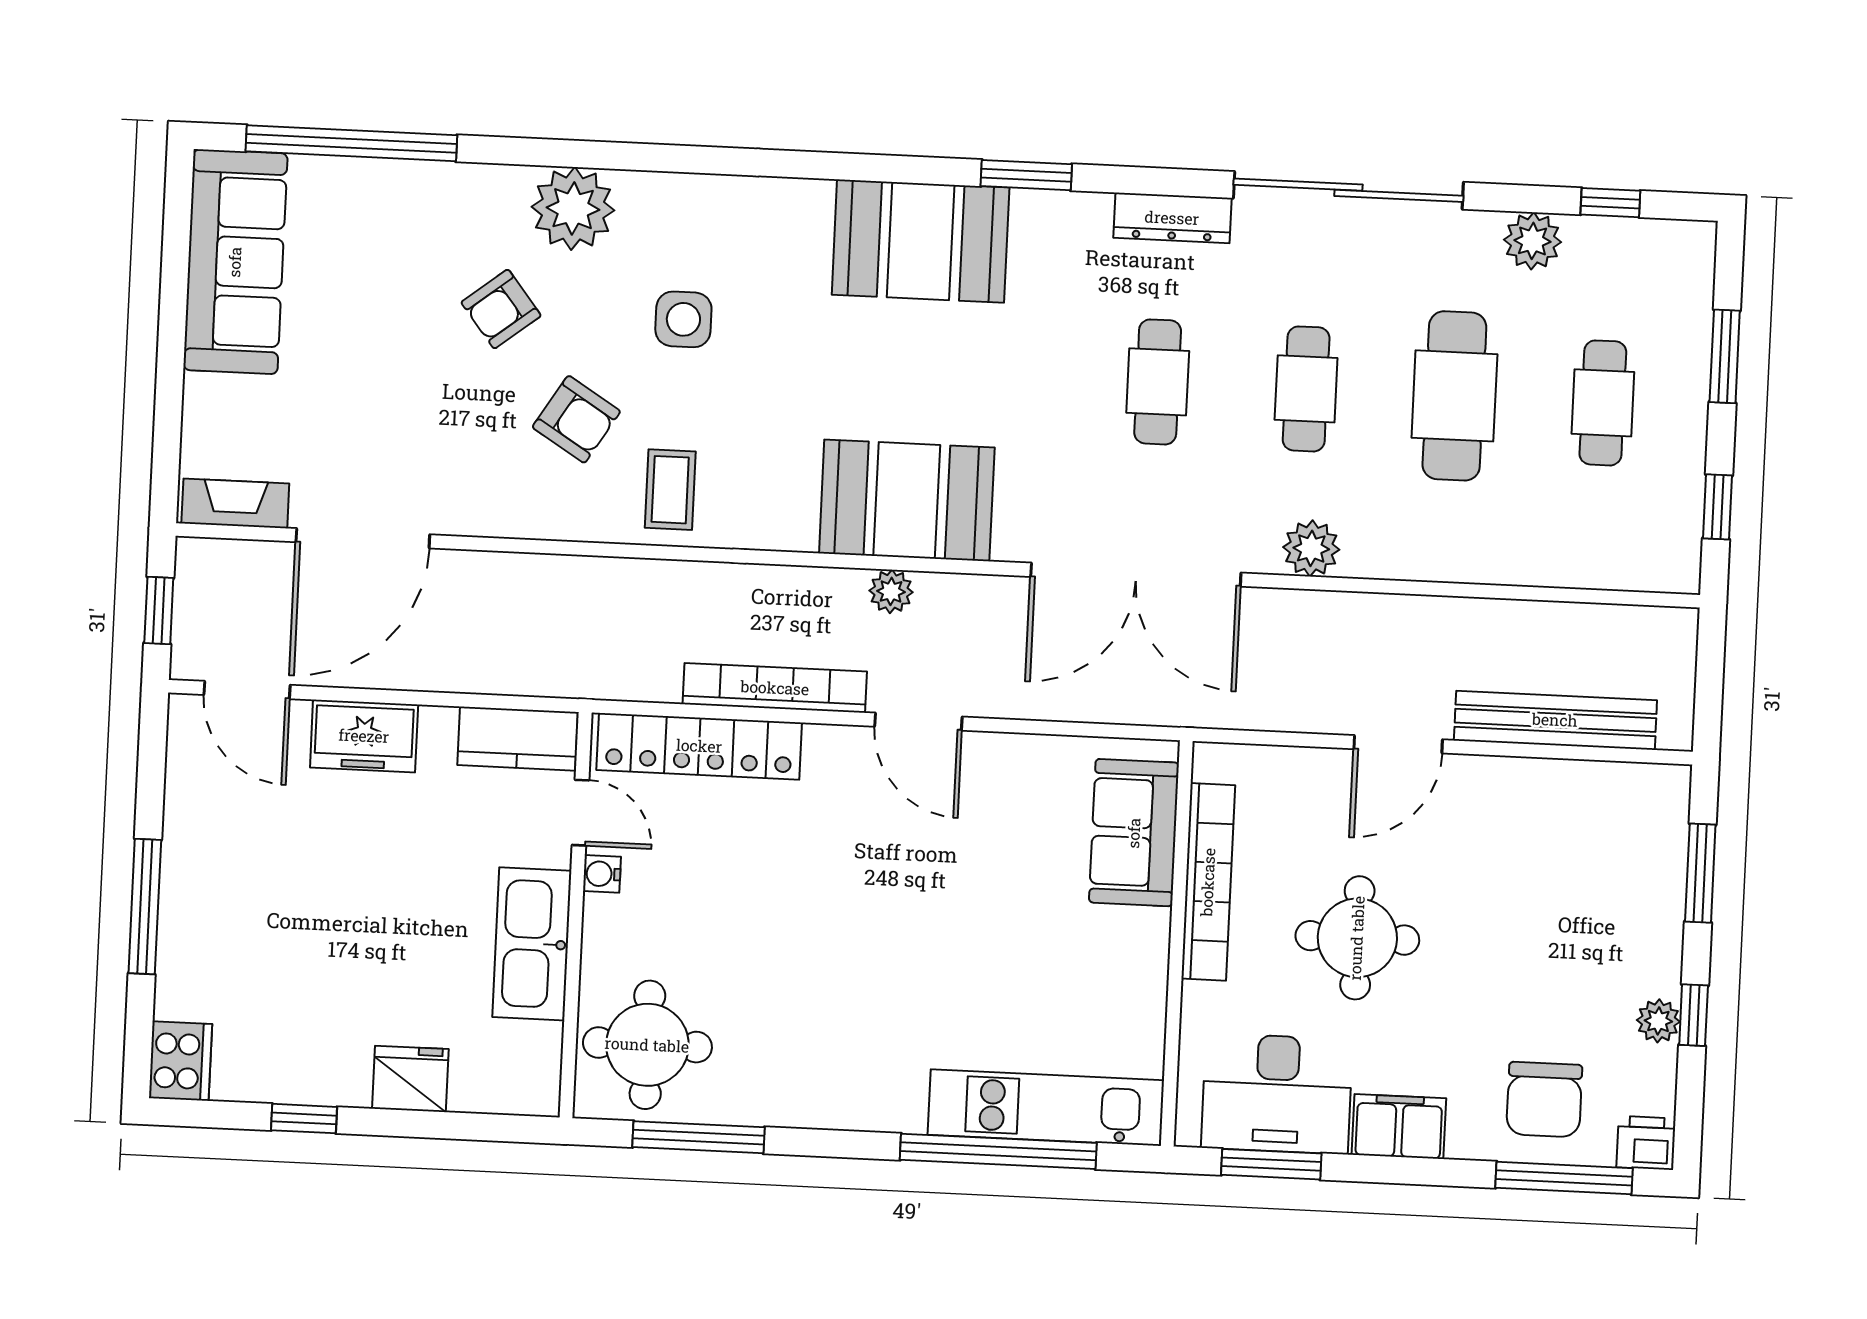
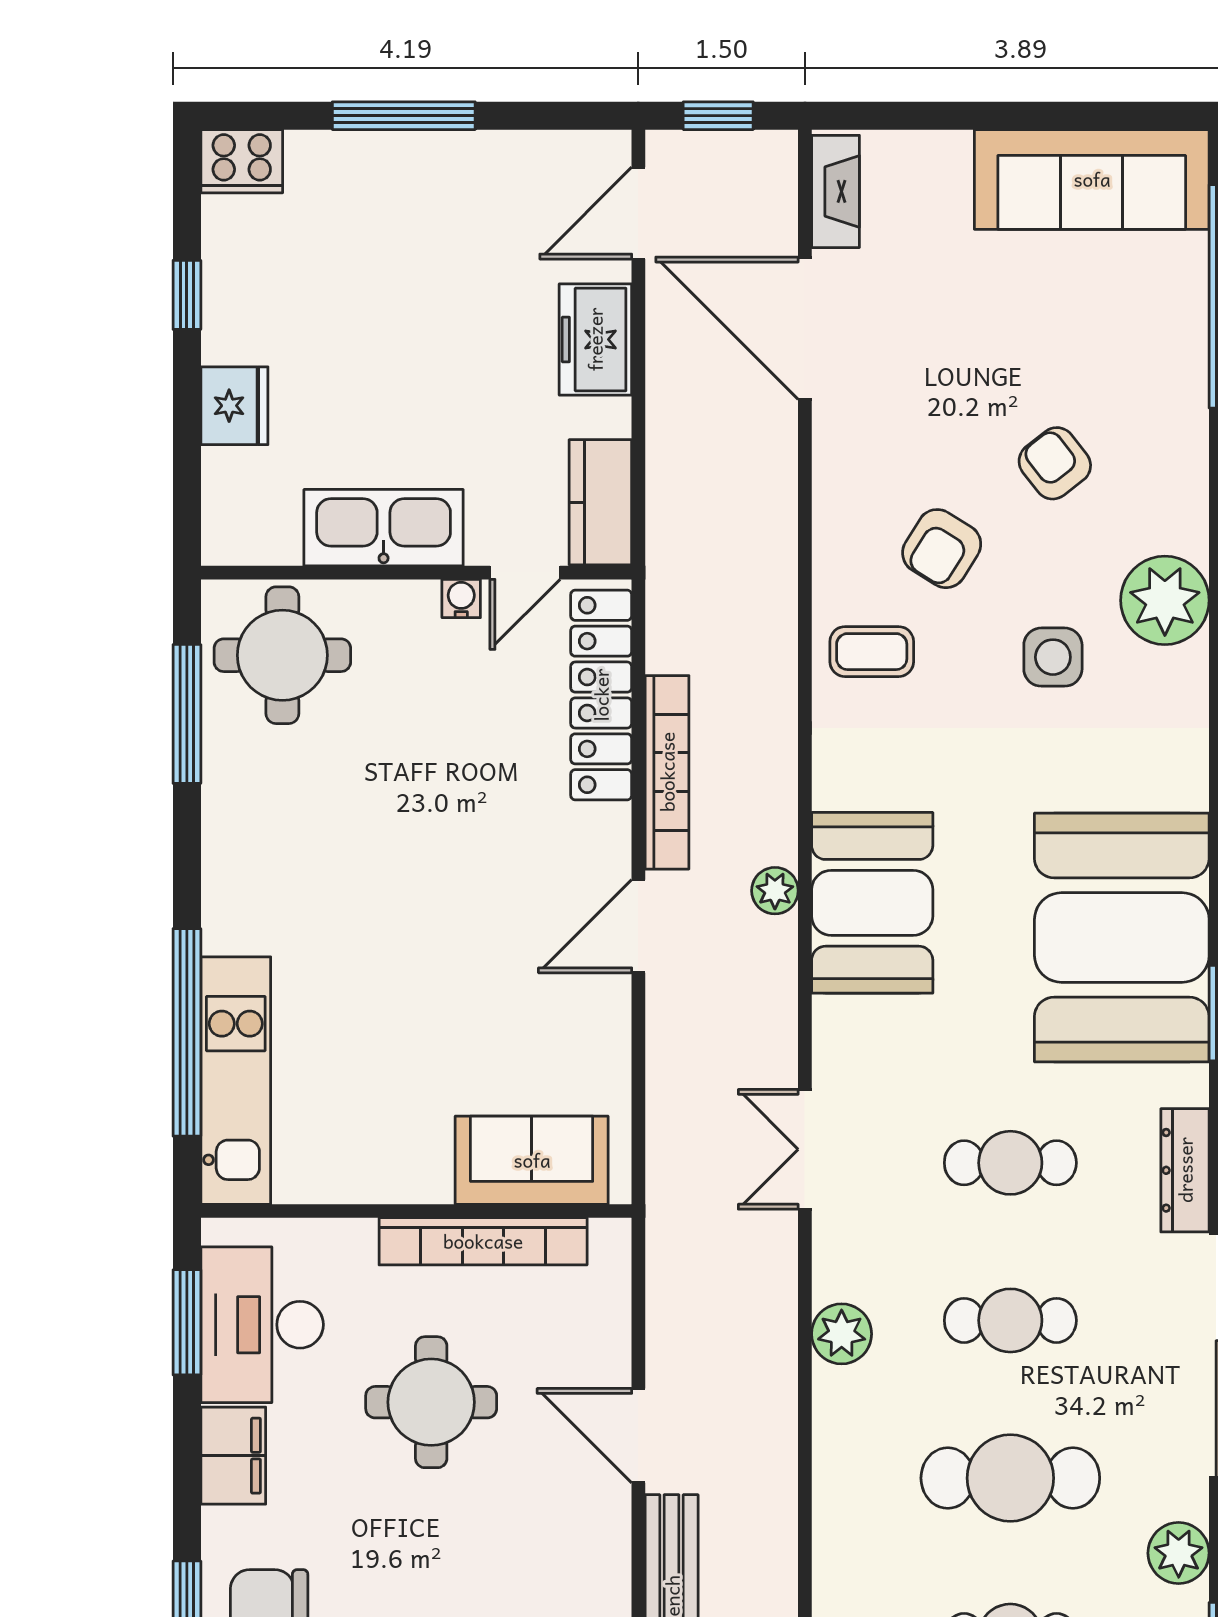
plant: (573, 209) -> (1165, 600), moved
booth: (921, 241) -> (1122, 938), width x1.36, depth x1.42
double door: (1136, 575) -> (805, 1149), width x0.54

